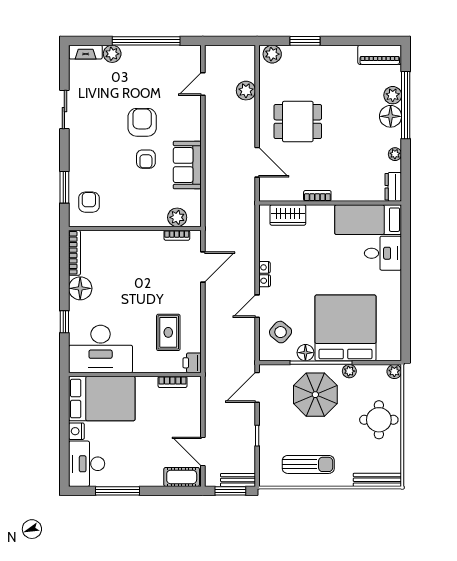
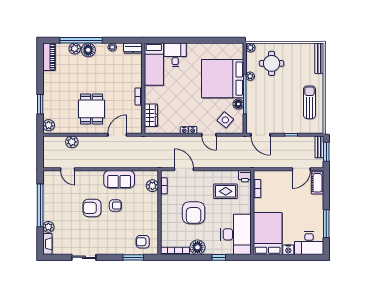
armchair: (134, 282) -> (194, 213), added
parasol: (315, 395) -> (265, 98), removed
round table: (379, 420) -> (272, 63), moved

